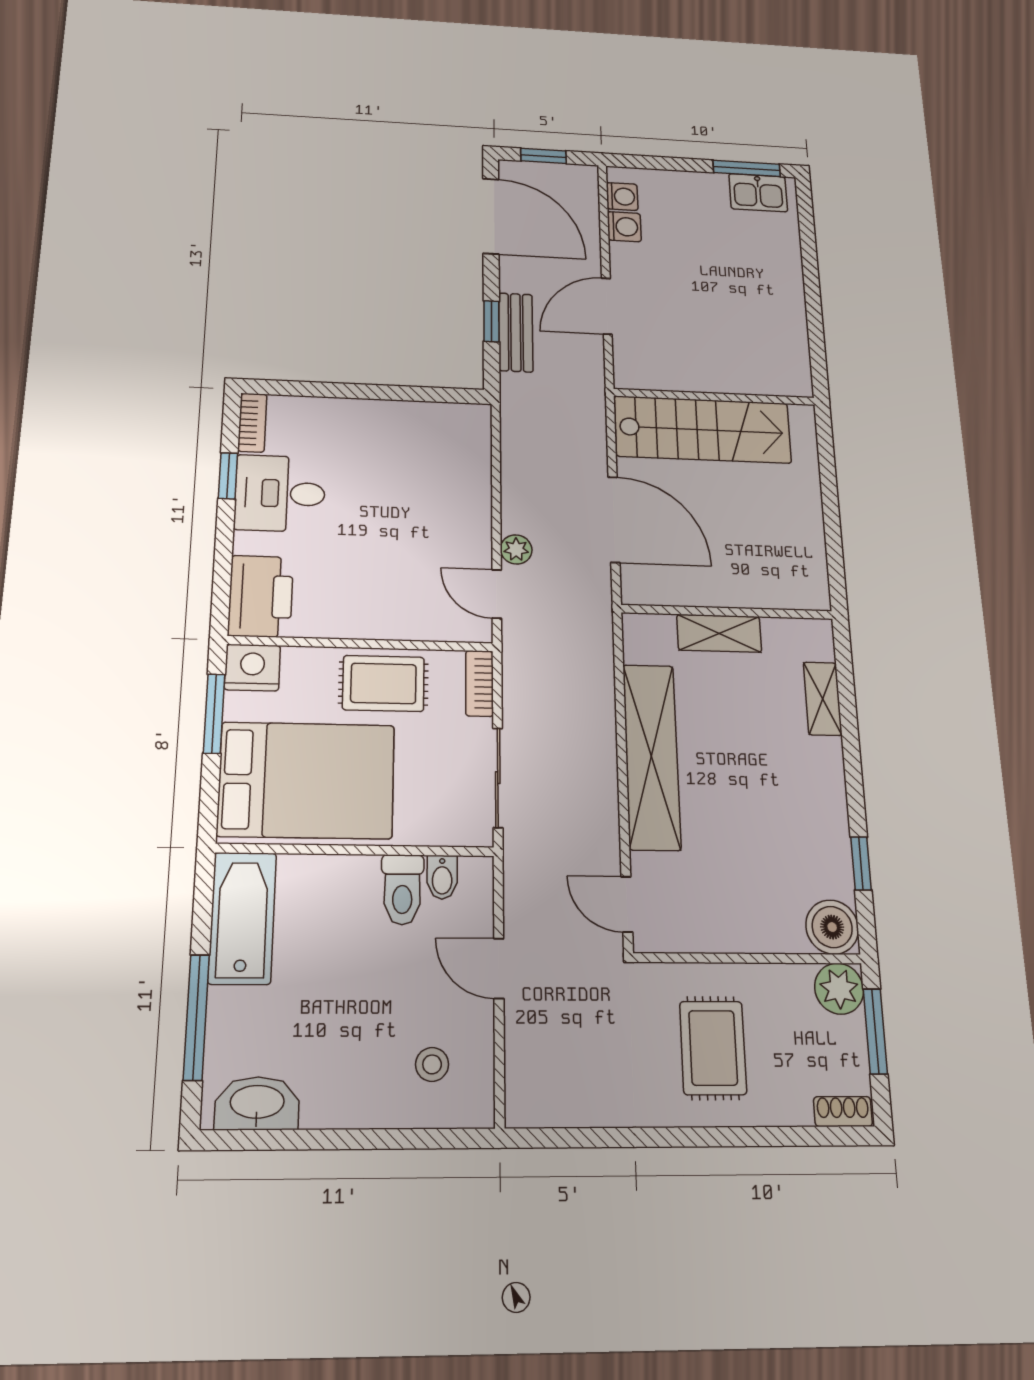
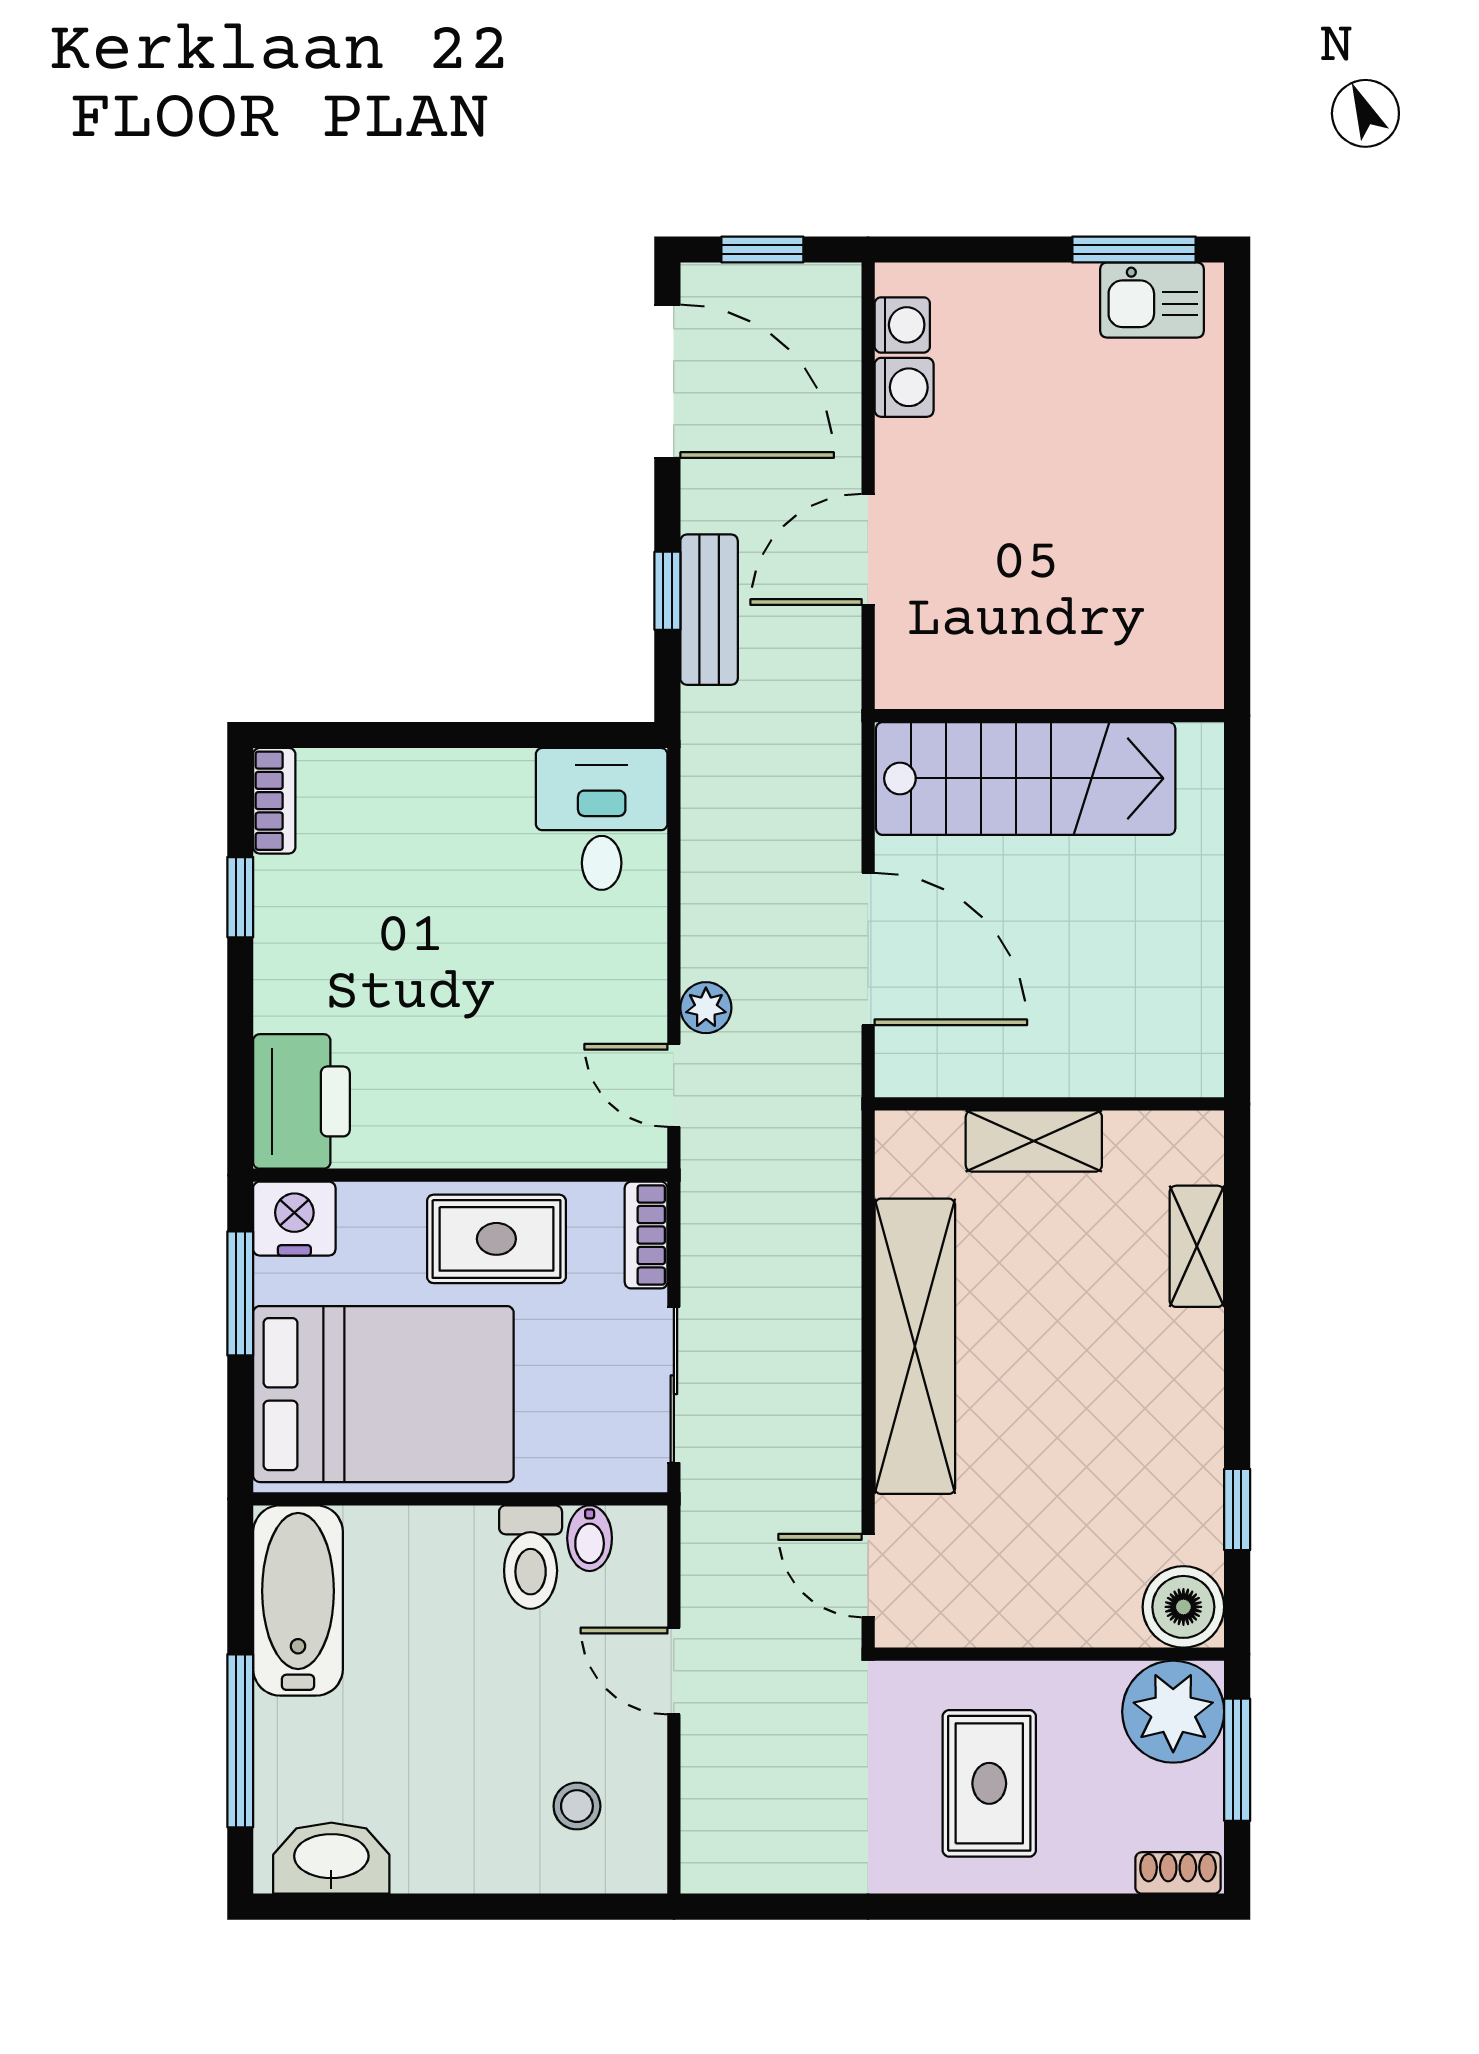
desk: (280, 493) -> (602, 819), moved, turned 90
plant: (839, 989) -> (1173, 1712), width x1.36, depth x1.36

